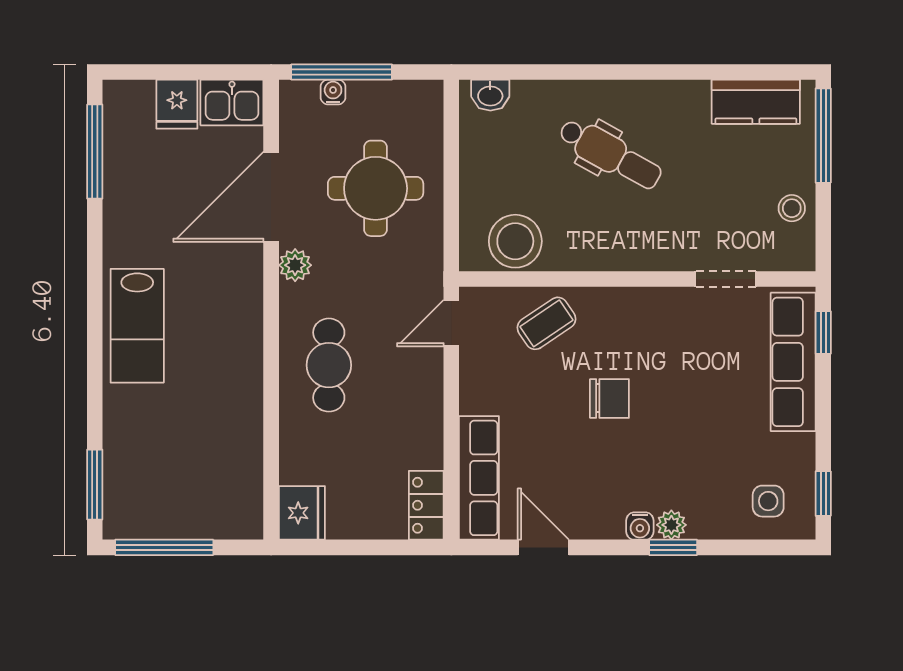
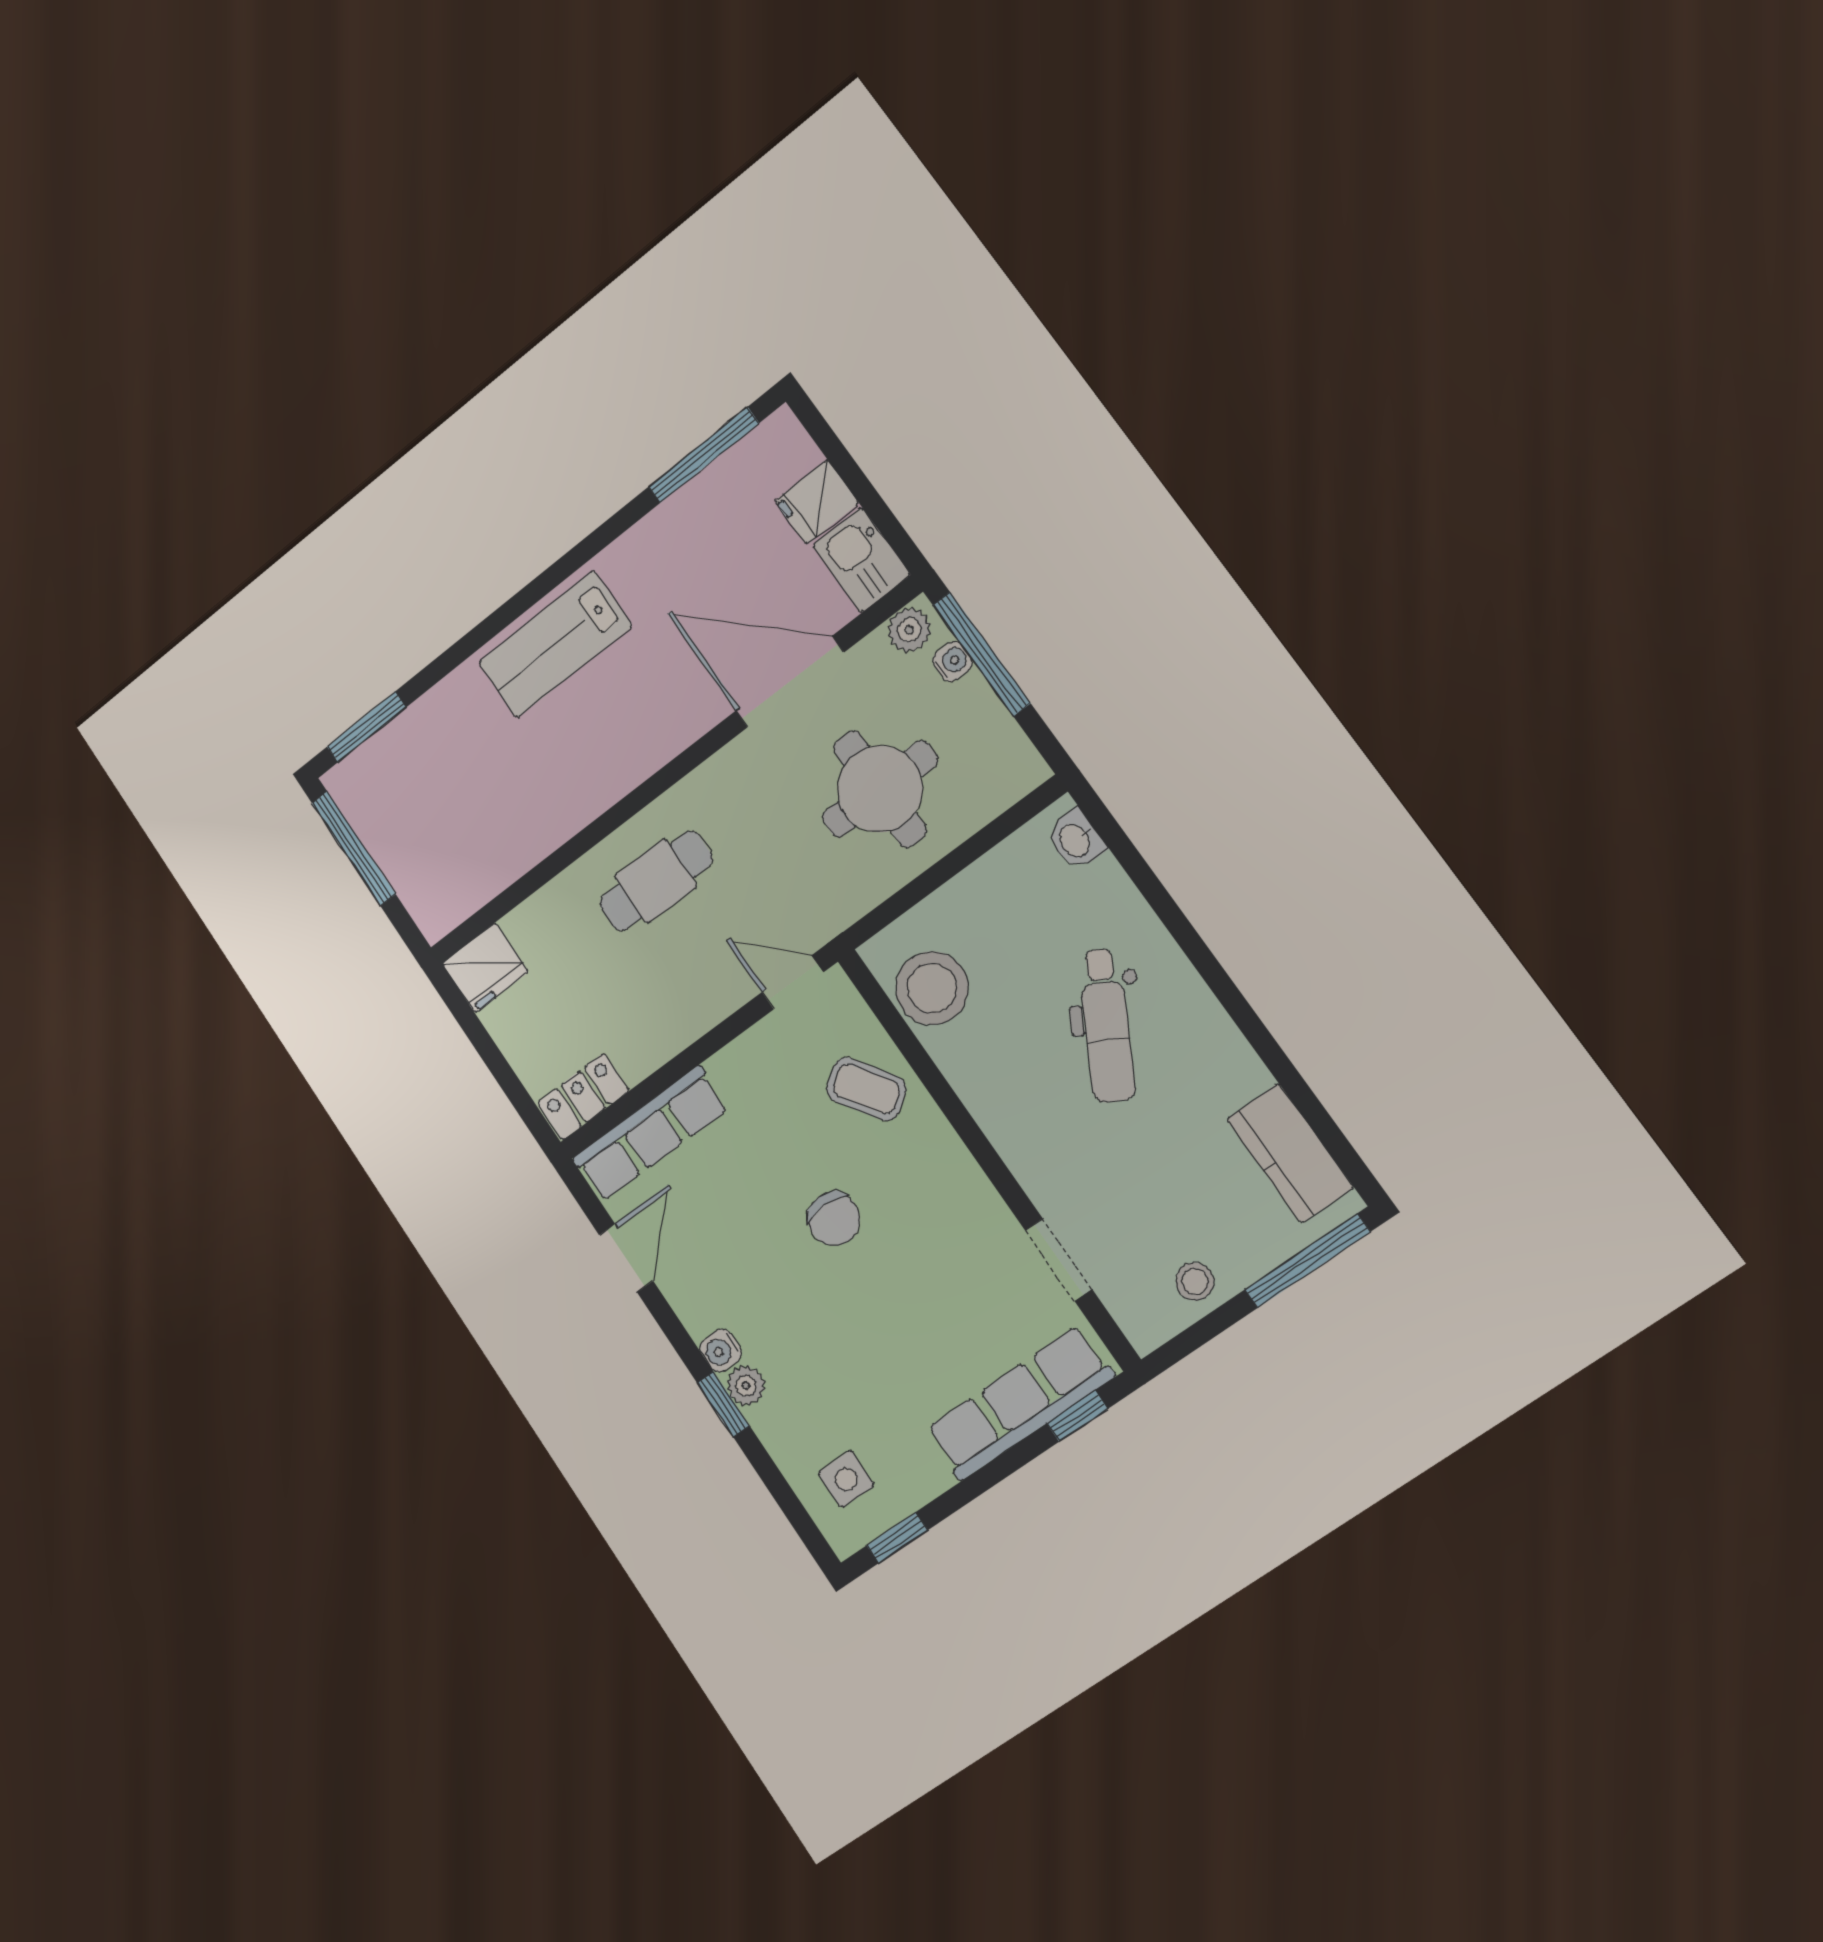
plant: (295, 265) -> (909, 630), moved

